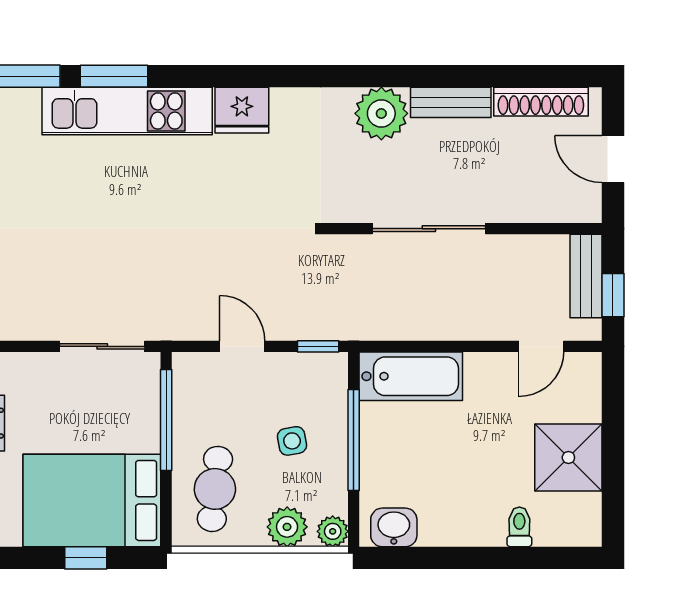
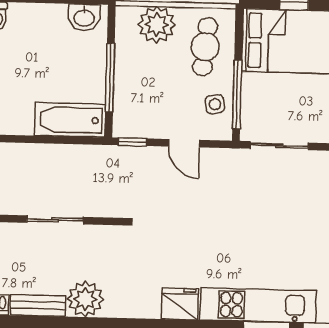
sliding door: (429, 229) -> (55, 220), width x0.73
side table: (292, 441) -> (215, 104), moved
plant: (287, 527) -> (157, 25), width x1.36, depth x1.36
plant: (333, 531) -> (126, 16), removed

